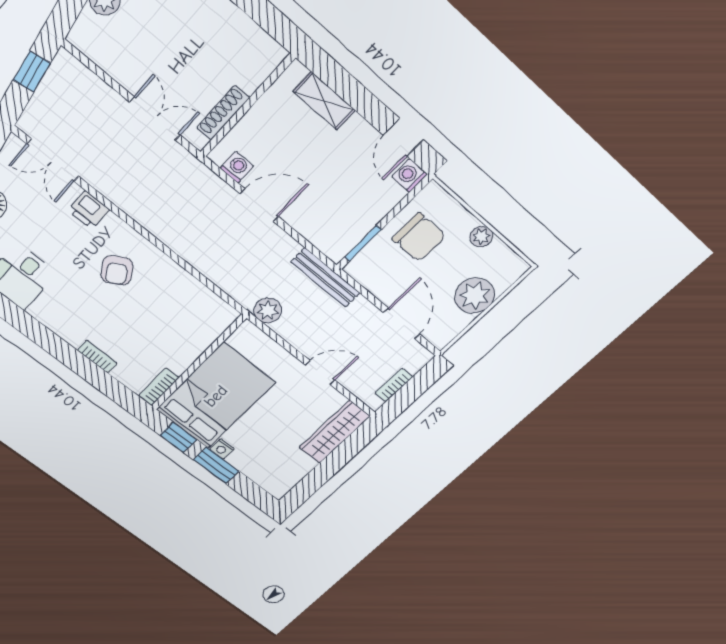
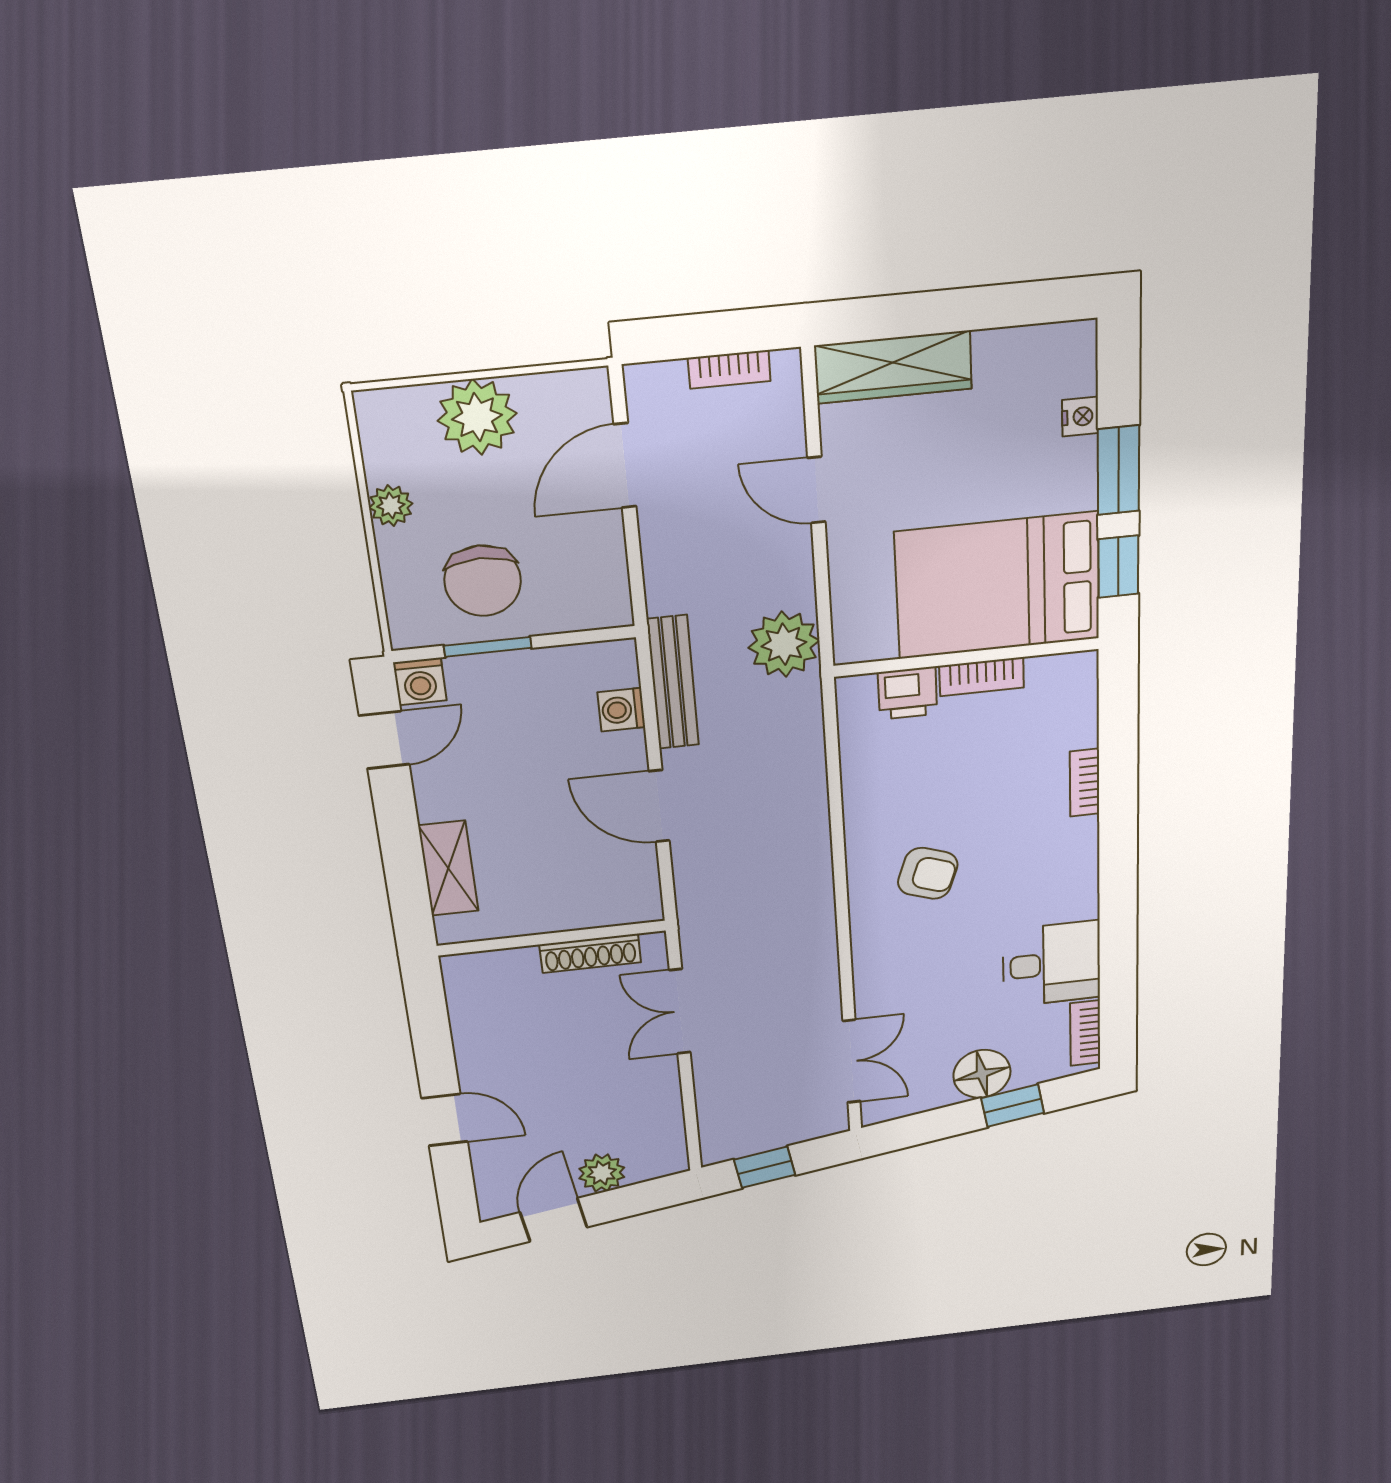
washing machine: (237, 167) -> (621, 710), moved
printer: (89, 210) -> (908, 693), moved, turned 90
chair: (419, 237) -> (483, 581), turned 180
window: (363, 243) -> (488, 647), moved
armchair: (117, 270) -> (928, 873), turned 50
bench: (325, 278) -> (673, 682), moved
plant: (268, 310) -> (784, 644), width x1.36, depth x1.36
bookcase: (159, 387) -> (982, 677), moved
nightstand: (222, 449) -> (1080, 417), moved

